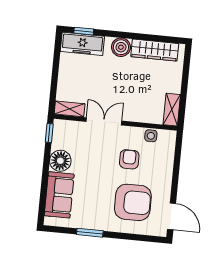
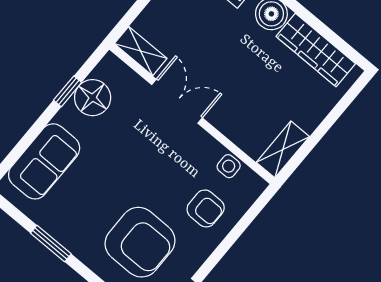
window: (49, 133) -> (68, 91), moved
armchair: (129, 159) -> (206, 208), moved, turned 90
floor lamp: (60, 161) -> (93, 98), moved

